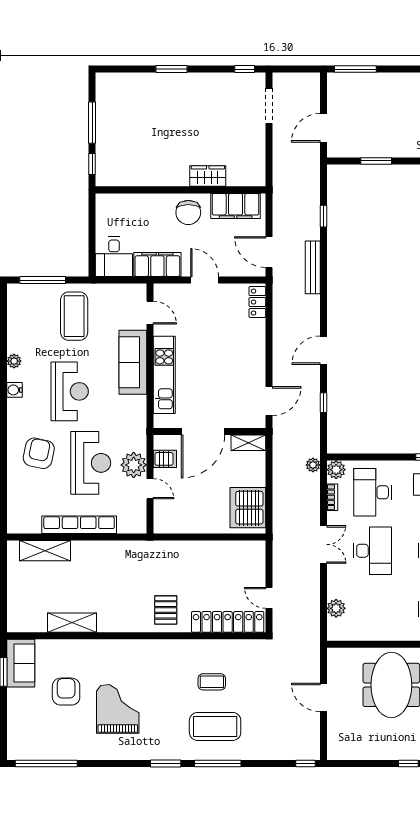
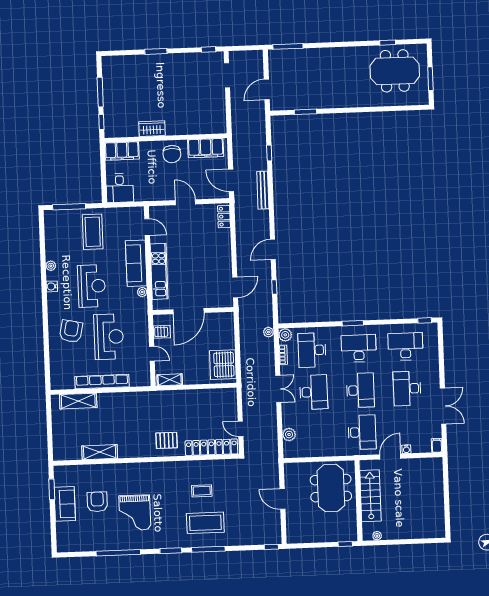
wardrobe: (208, 176) -> (152, 129), moved
filing cabinet: (157, 264) -> (122, 151), moved, turned 180
shelving: (248, 443) -> (170, 380), moved
plant: (134, 465) -> (142, 292), moved, width x0.53, depth x0.53
pallet: (166, 610) -> (167, 440), turned 90
sofa: (21, 663) -> (65, 504), moved
grand piano: (118, 709) -> (135, 513), turned 180
window: (46, 763) -> (118, 553), moved

